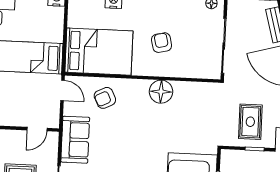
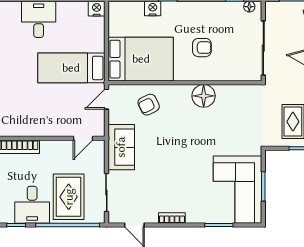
armchair: (162, 43) -> (202, 48), turned 103
door: (62, 90) -> (106, 99), swing flipped

